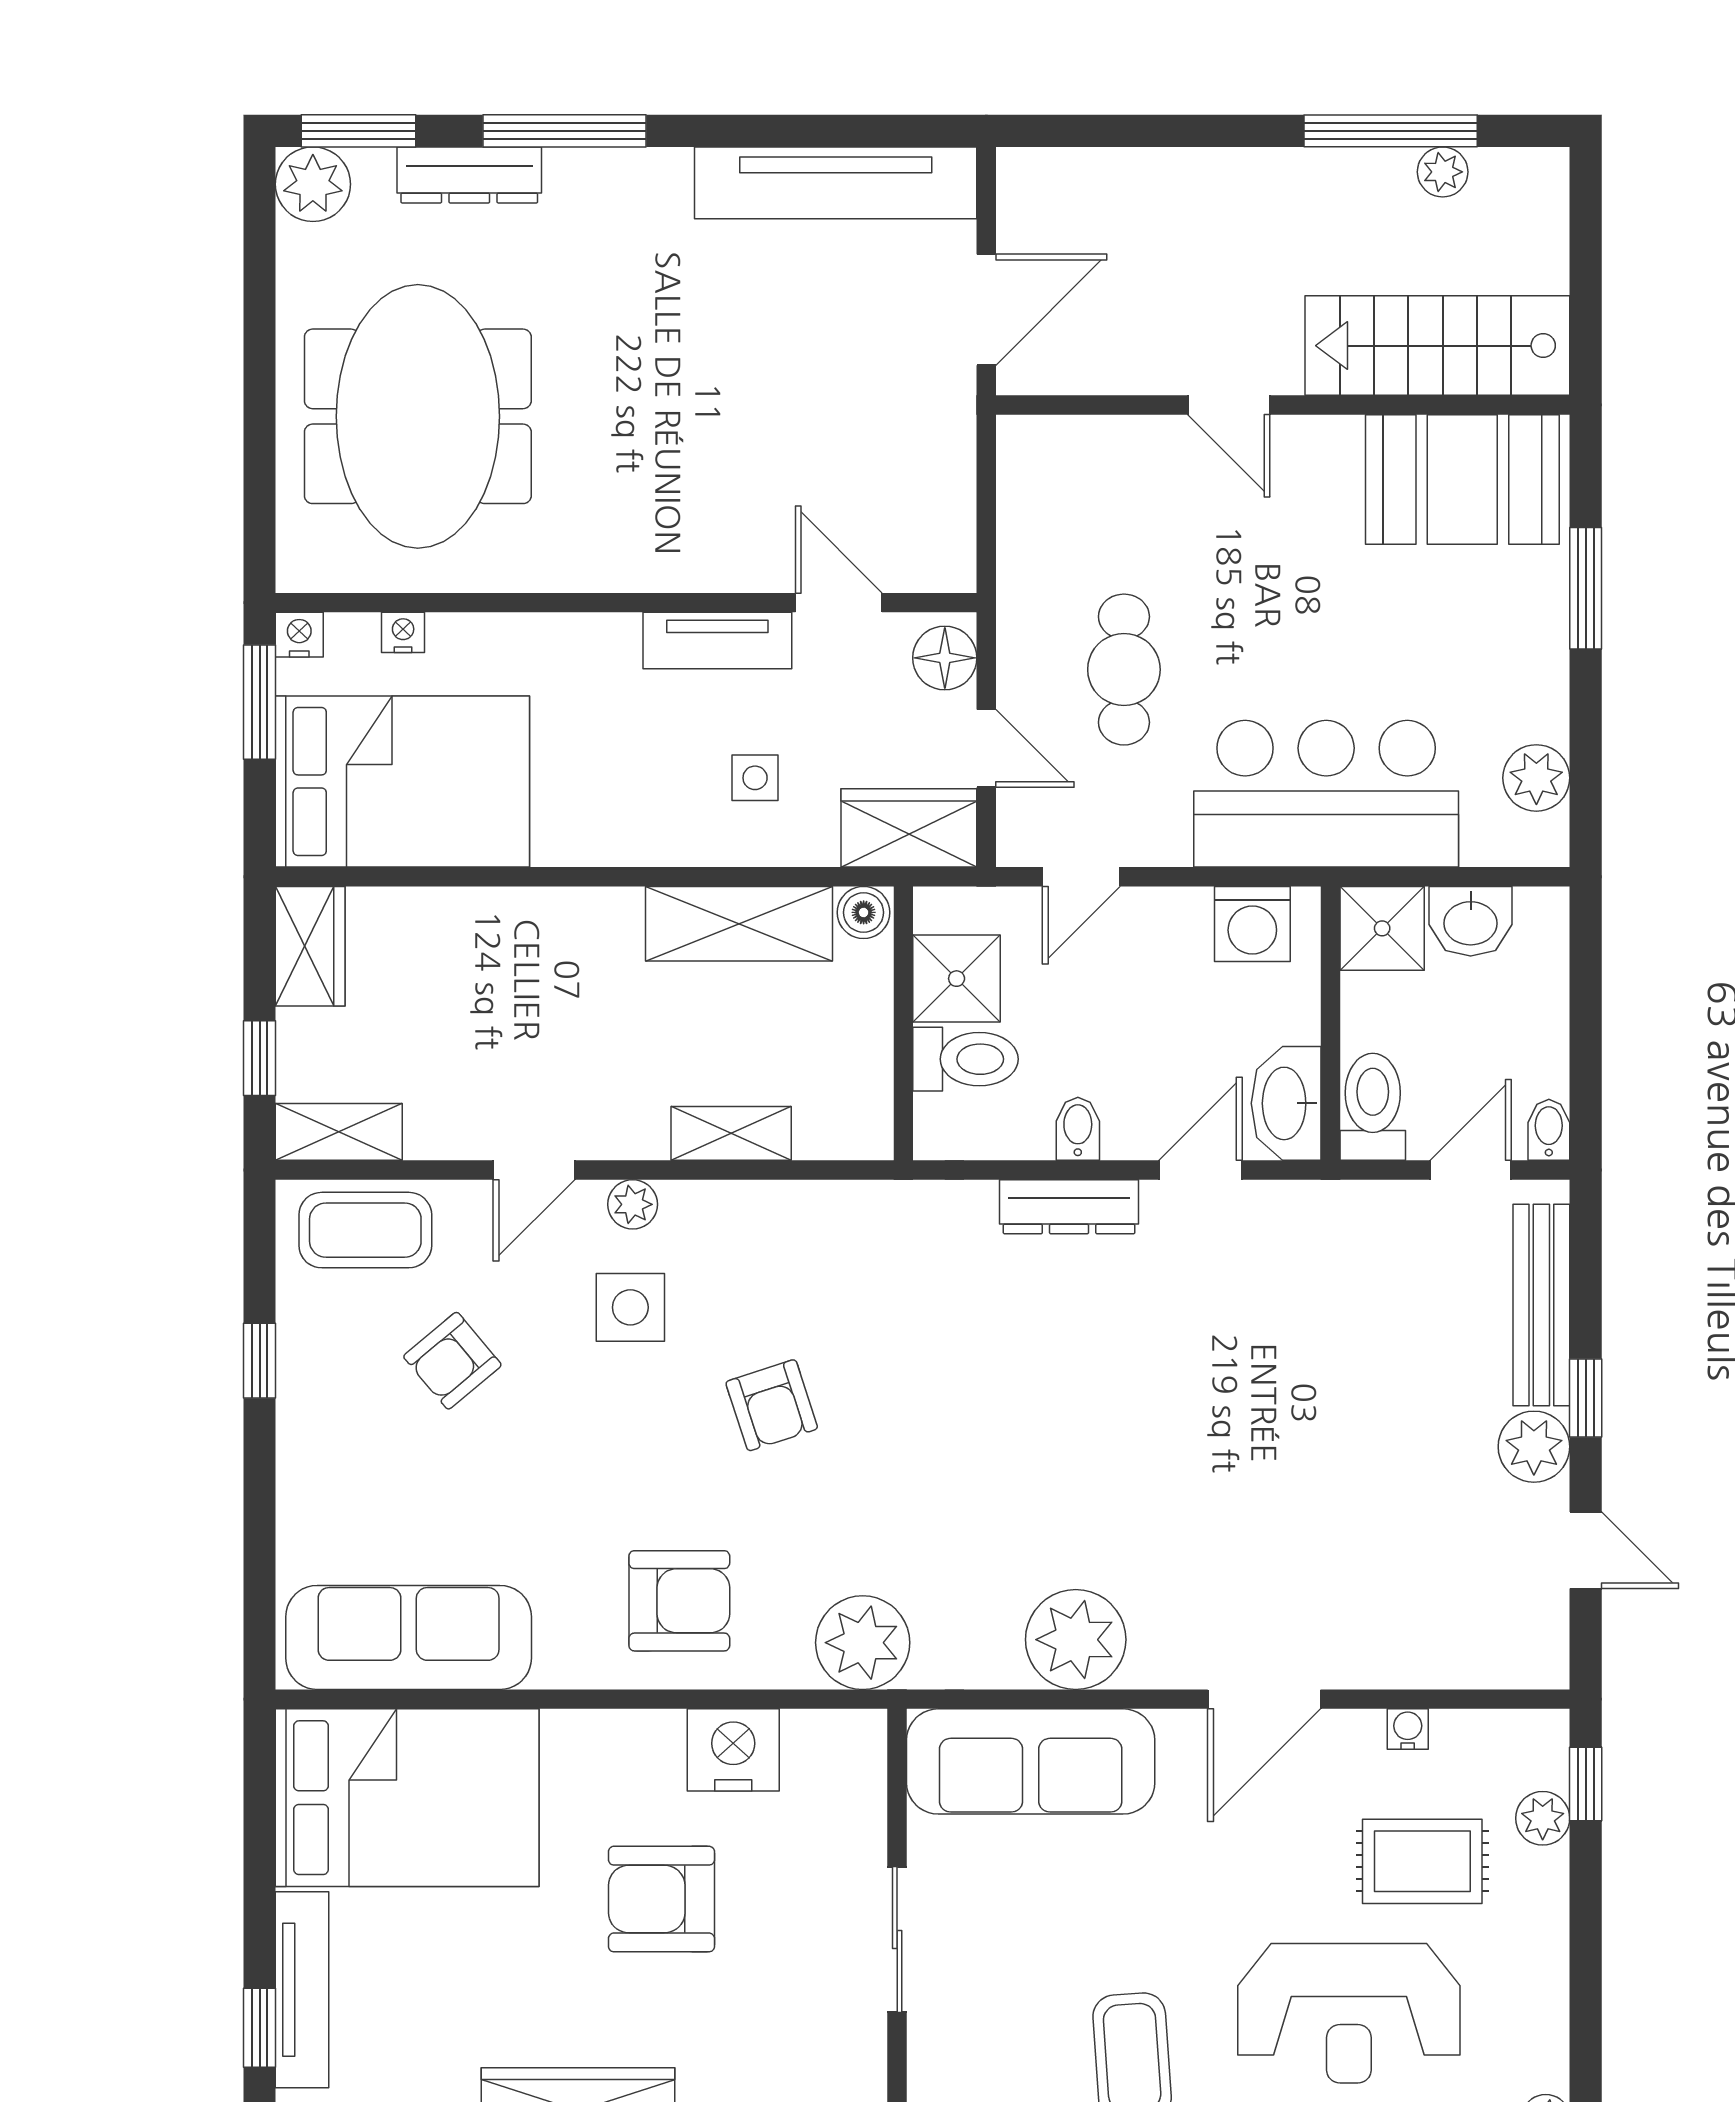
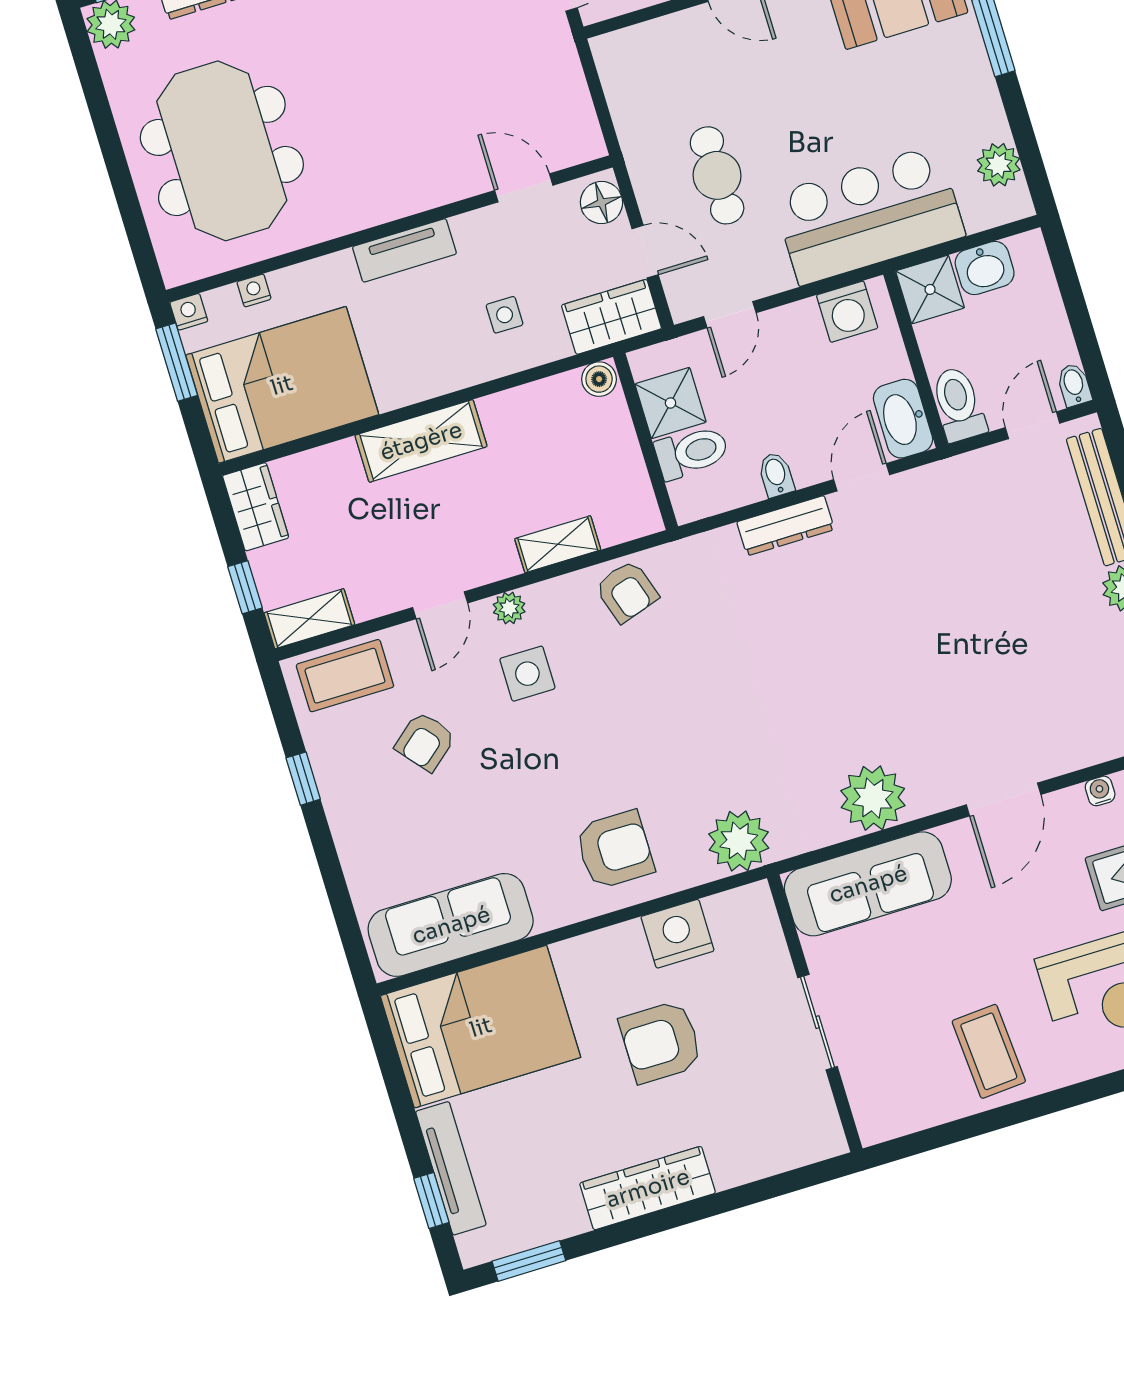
tv unit: (717, 641) -> (404, 250), moved
shelving: (739, 924) -> (421, 441), moved
armchair: (772, 1405) -> (627, 591), moved

